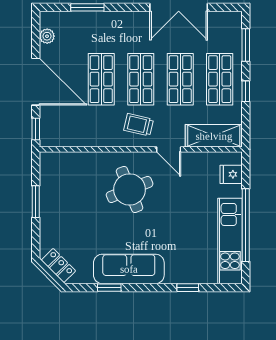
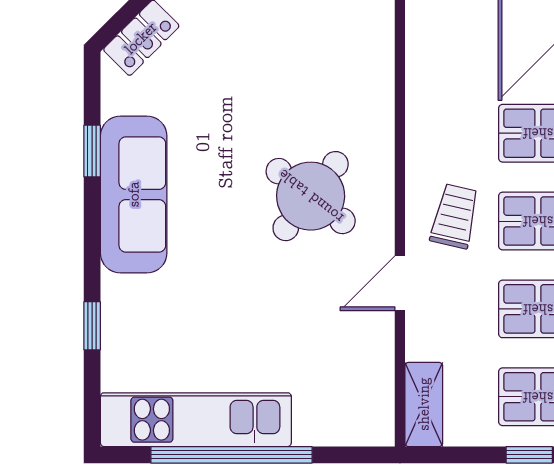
shelving: (214, 136) -> (424, 404), width x0.67, depth x0.75
fridge: (231, 174) -> (344, 422), removed
round table: (130, 189) -> (311, 196), turned -30

